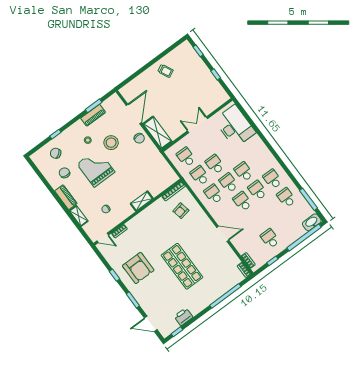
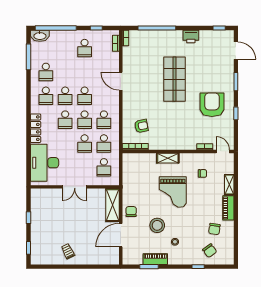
locker: (262, 148) -> (36, 128), added
grand piano: (96, 168) -> (173, 192), moved
printer: (183, 317) -> (191, 36), moved

